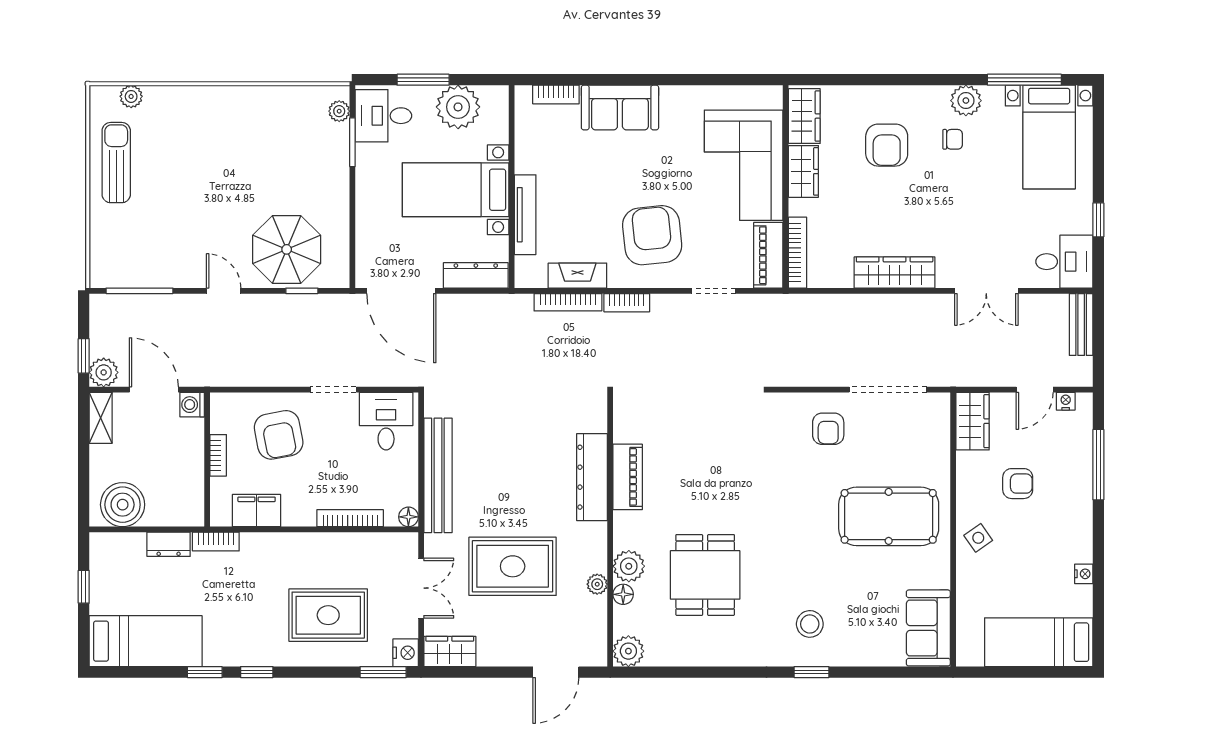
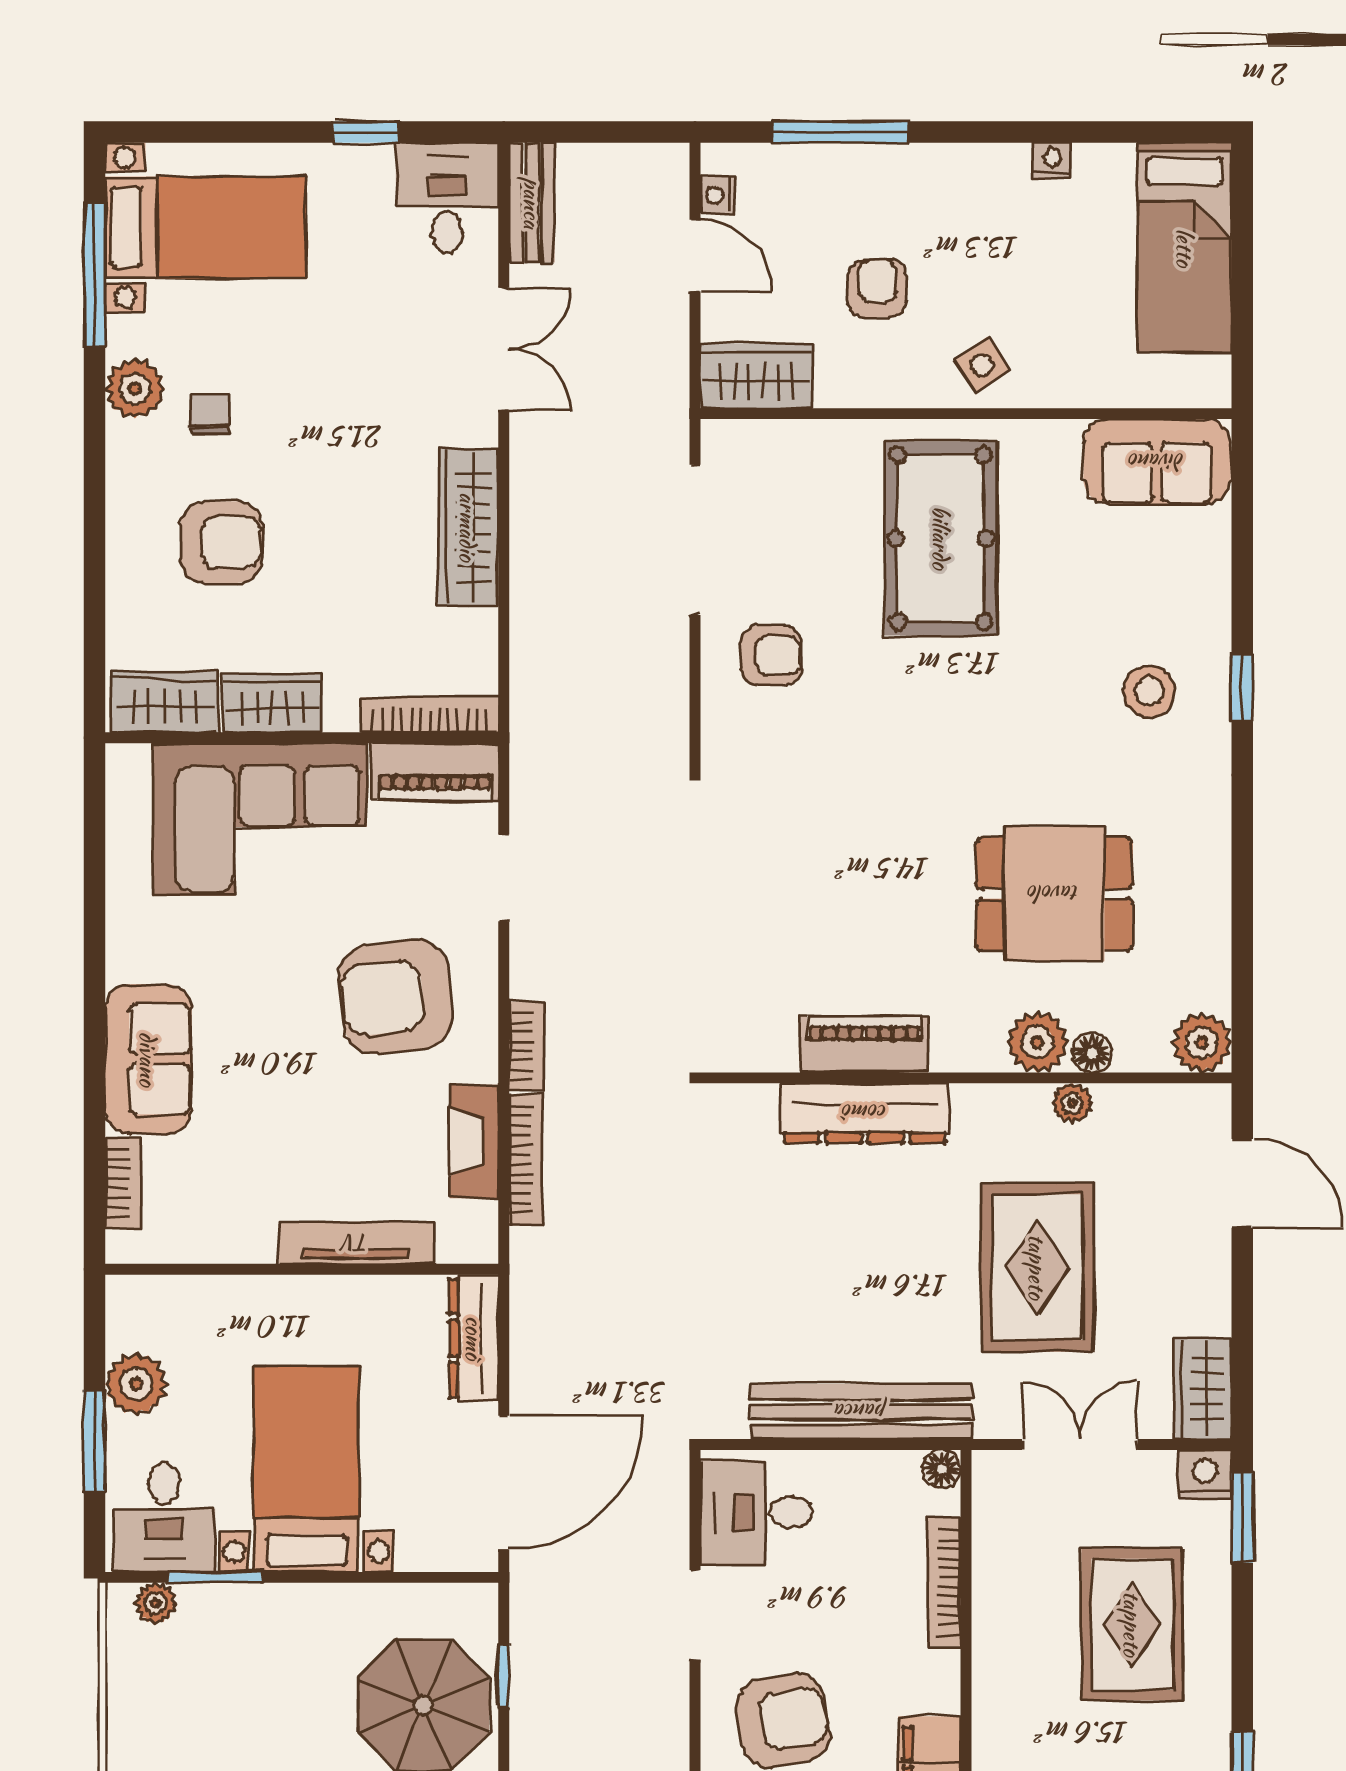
plant: (458, 107) -> (136, 1384), width x0.73, depth x0.73
bed with nightstands: (456, 190) -> (306, 1469), moved, turned 180
bench: (1081, 325) -> (532, 203), moved, turned 90

